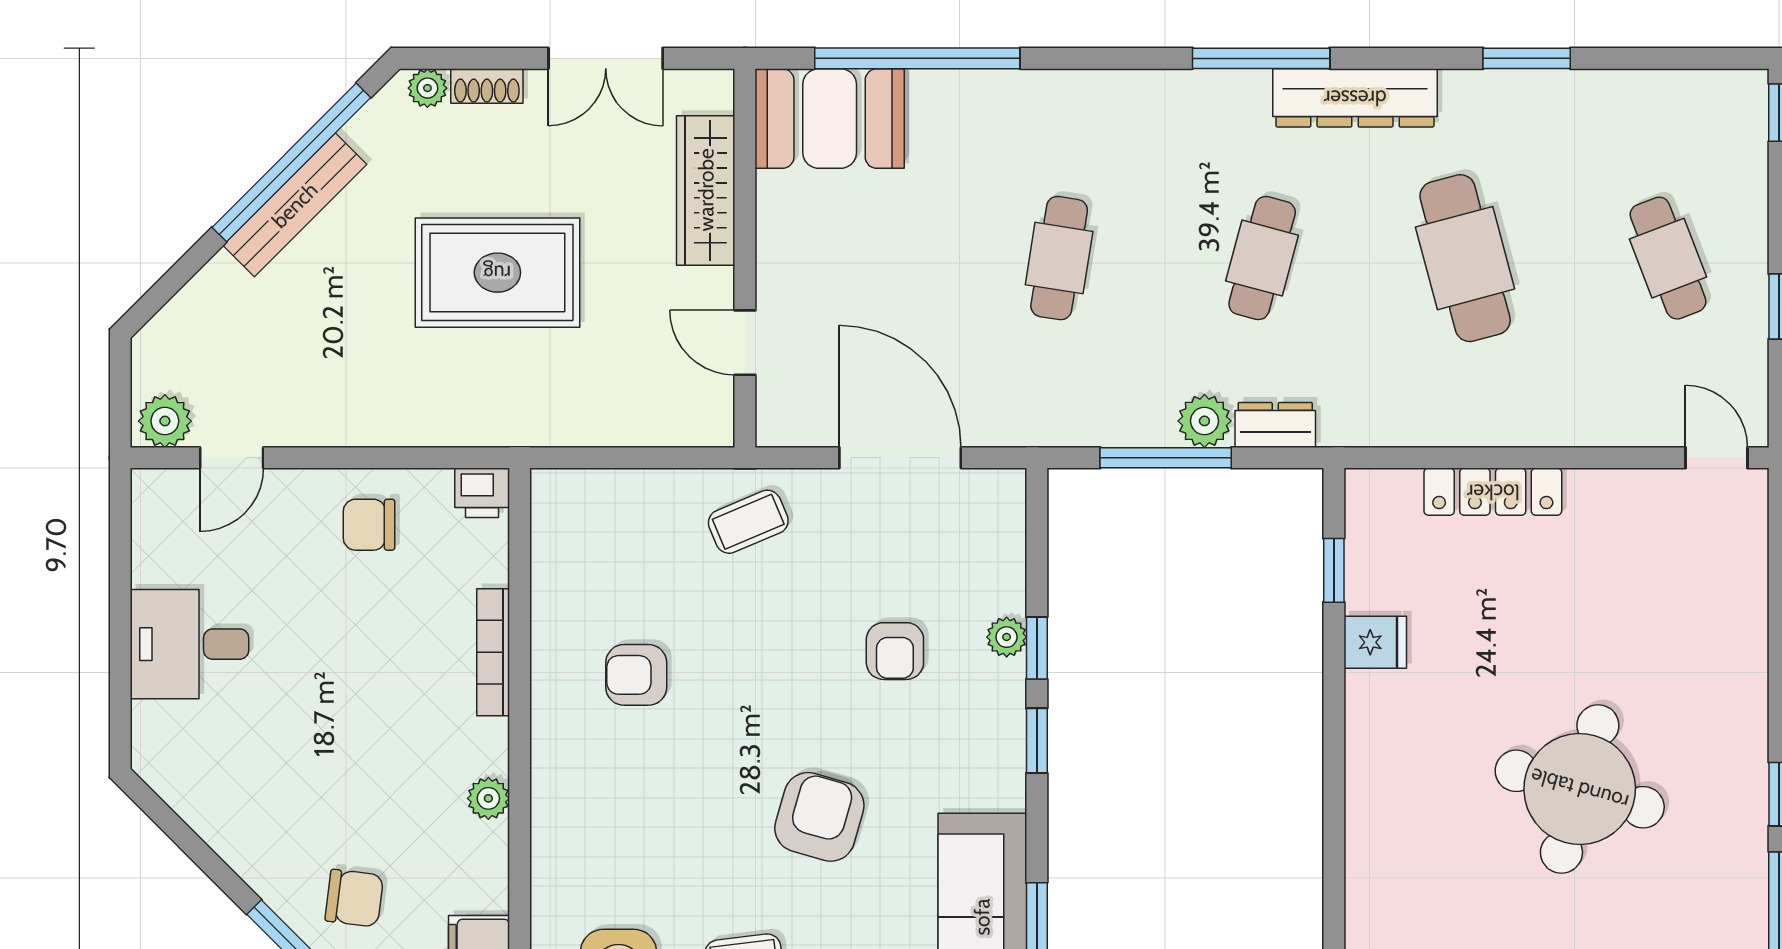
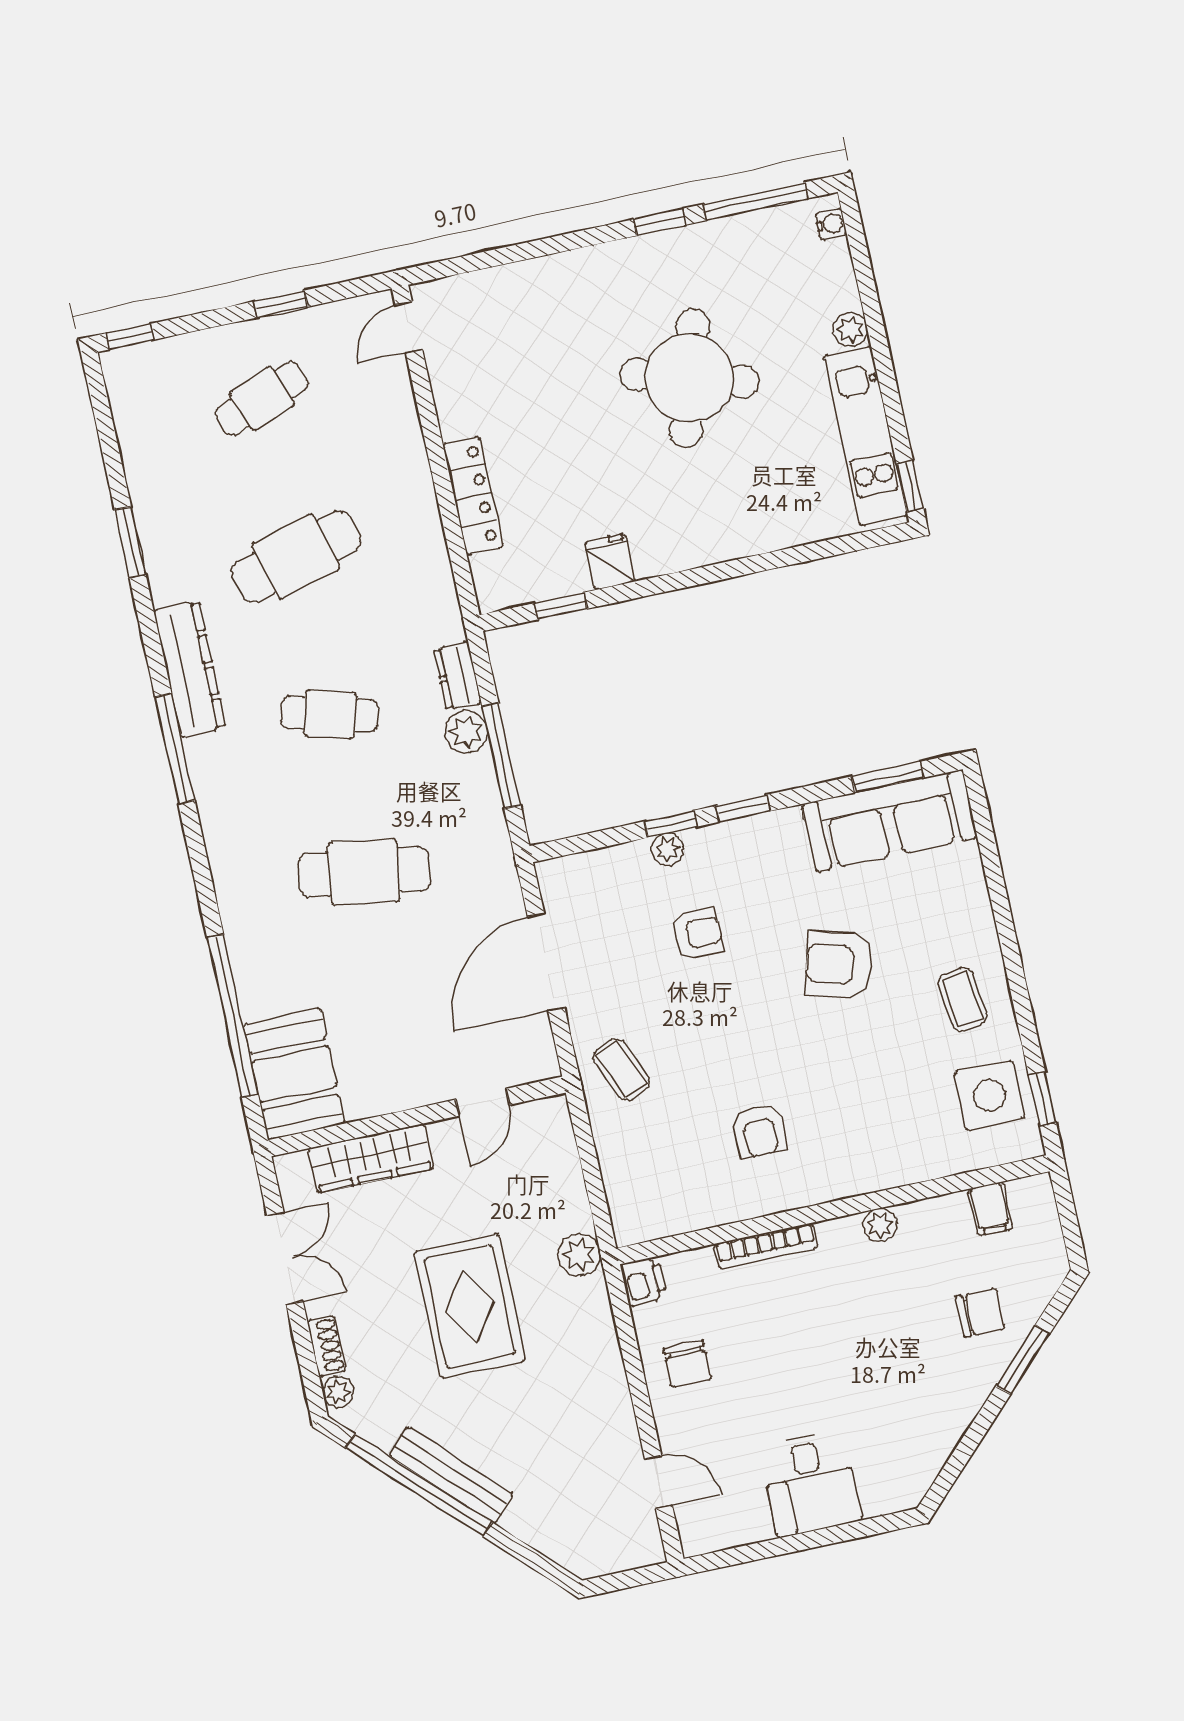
cafe table: (1059, 258) -> (364, 872), width x1.37, depth x1.35
plant: (165, 421) -> (579, 1255), moved
chair: (354, 898) -> (980, 1313), turned 83

